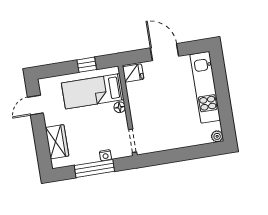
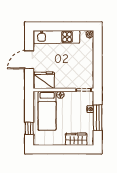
window: (87, 65) -> (29, 128), moved
fridge: (133, 73) -> (44, 80), width x1.88, depth x1.34
door: (35, 105) -> (50, 149), removed

